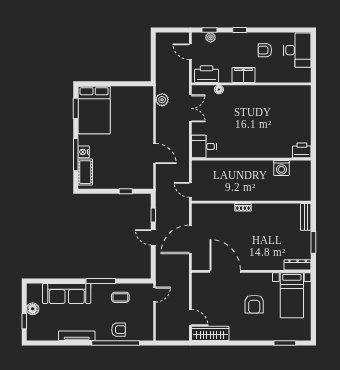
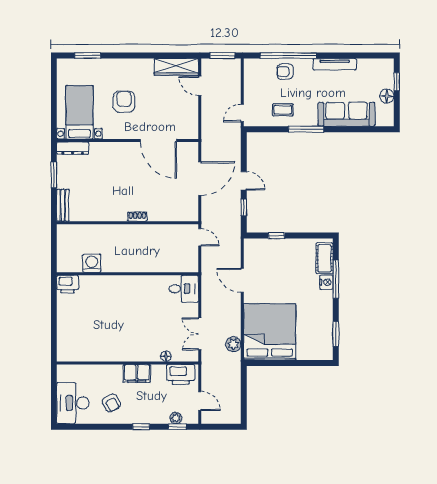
armchair: (265, 50) -> (111, 403), turned 60
bed: (94, 110) -> (270, 332), moved, width x1.36
window: (171, 343) -> (223, 56), added

